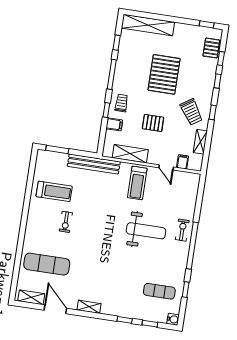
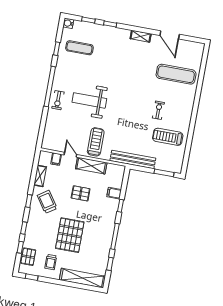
trolley: (121, 103) -> (51, 262), moved
shelving: (130, 154) -> (91, 166), moved
shelving: (31, 297) -> (190, 46), removed

